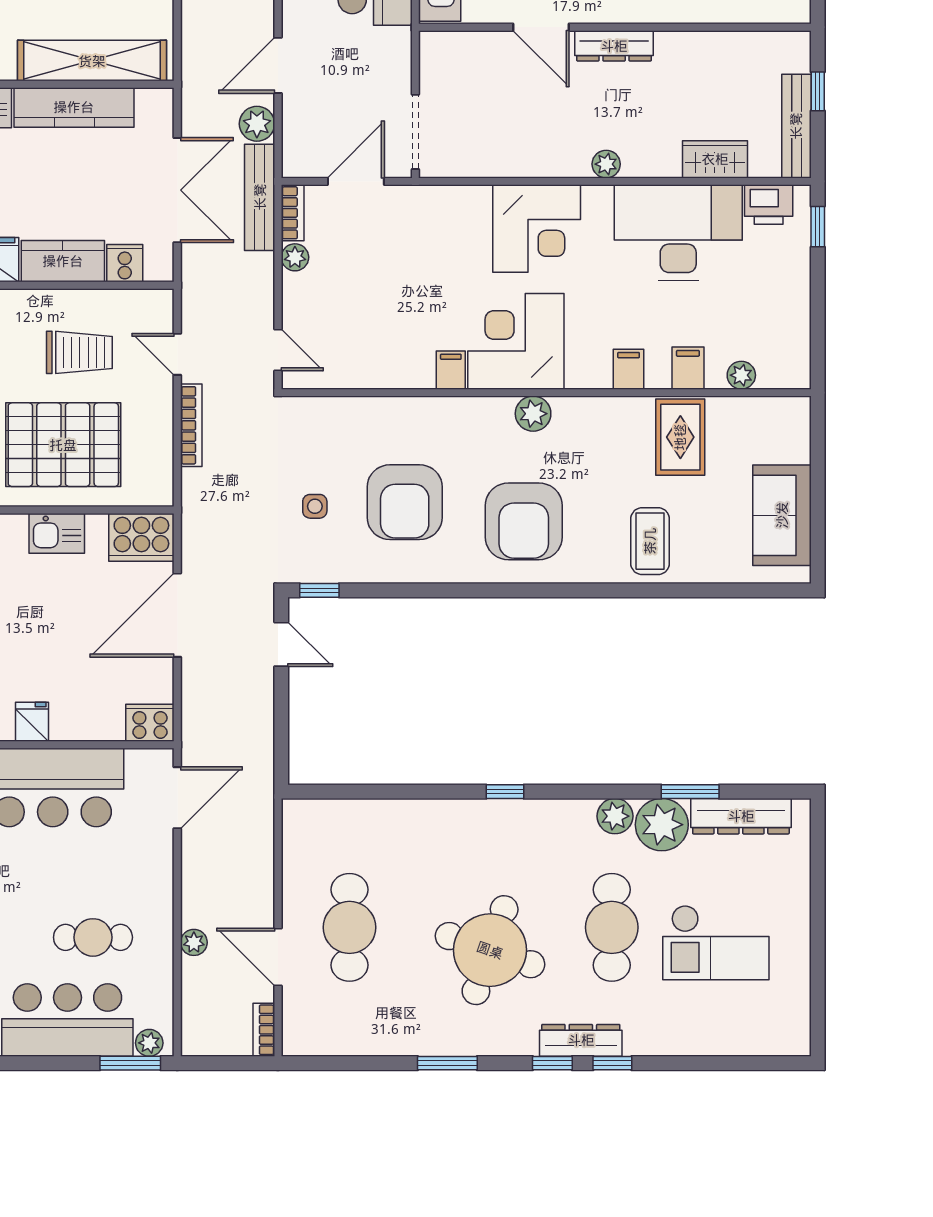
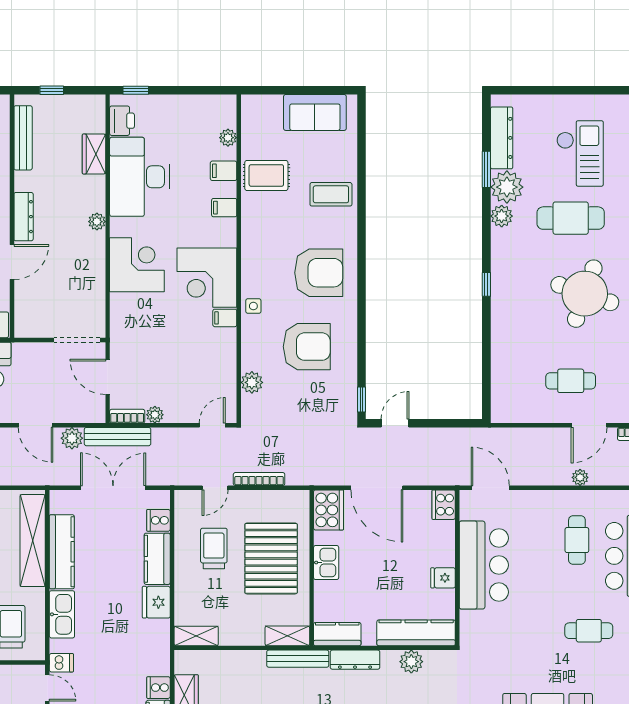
bench: (796, 126) -> (23, 138), moved, turned 90
plant: (533, 414) -> (252, 382), moved
side table: (315, 506) -> (253, 306), moved
cafe table: (349, 927) -> (571, 381), width x0.73, depth x0.74

